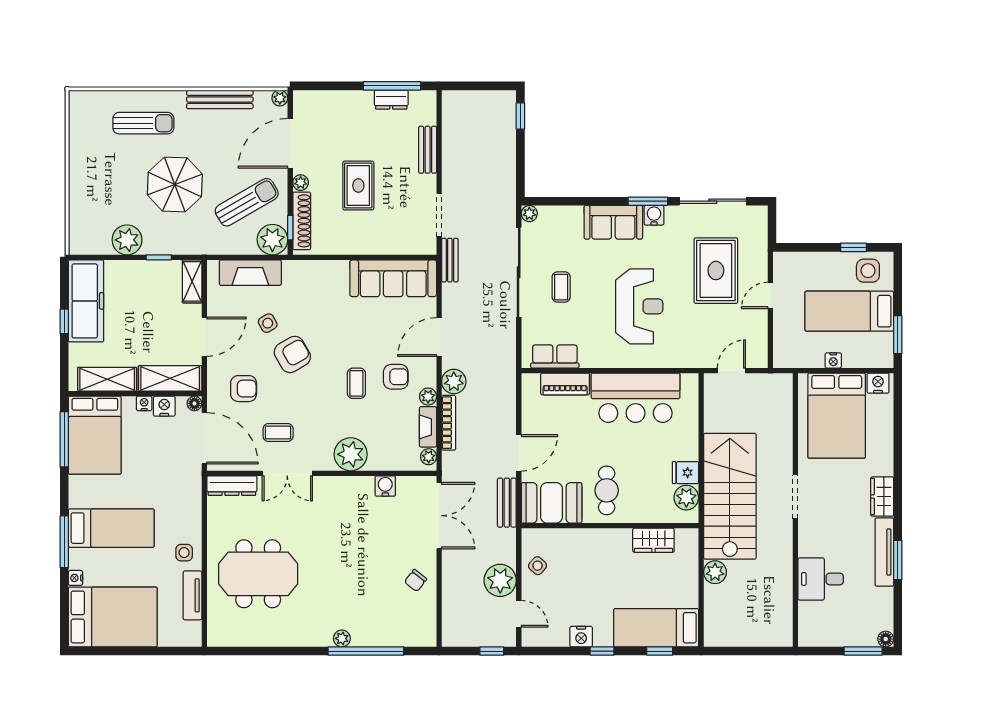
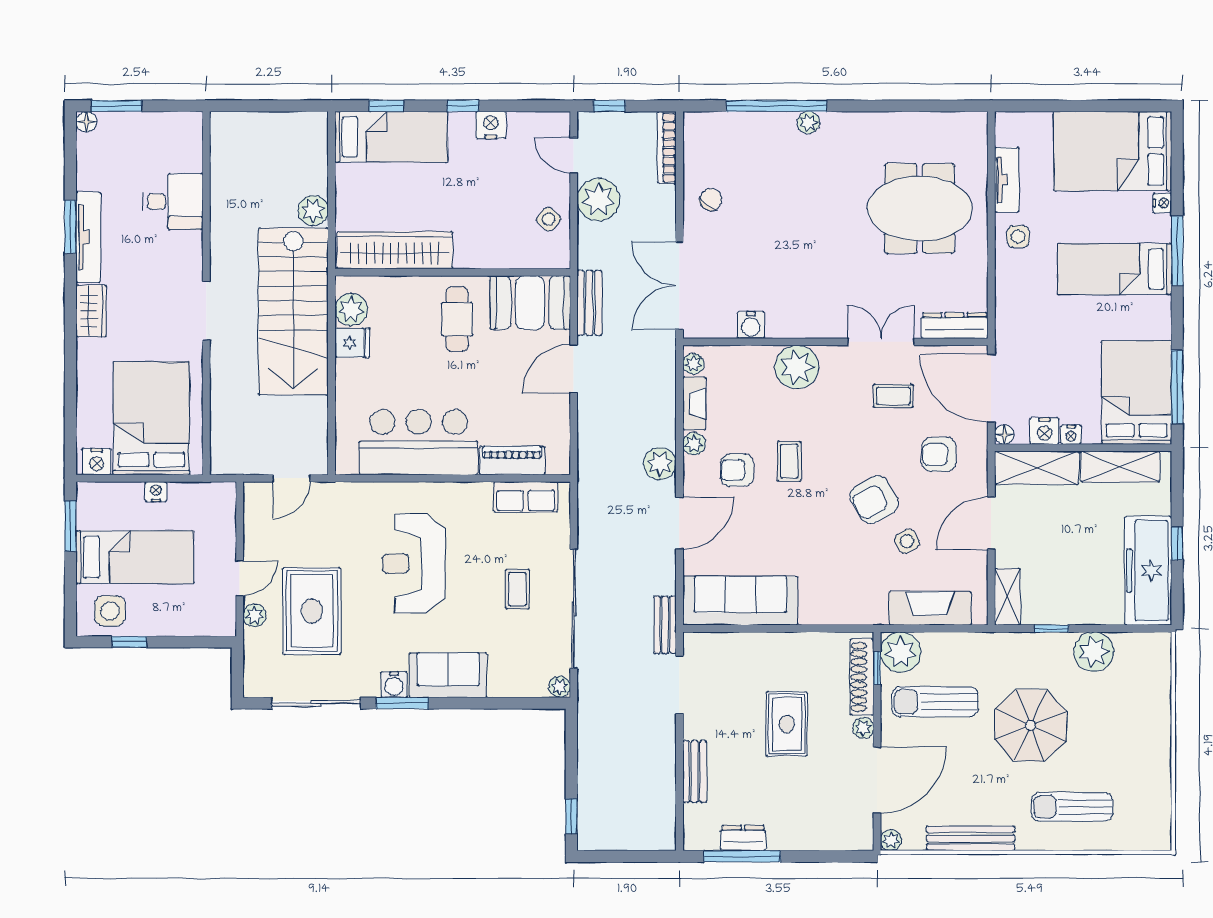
sun lounger: (247, 202) -> (935, 702), turned 30
plant: (759, 267) -> (254, 615), added
bookcase: (449, 423) -> (667, 148), moved
wardrobe: (653, 540) -> (395, 250), width x2.10, depth x1.17

